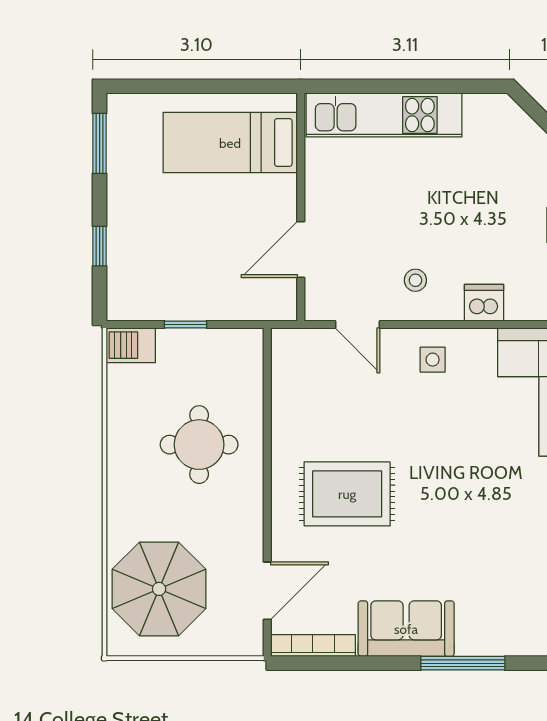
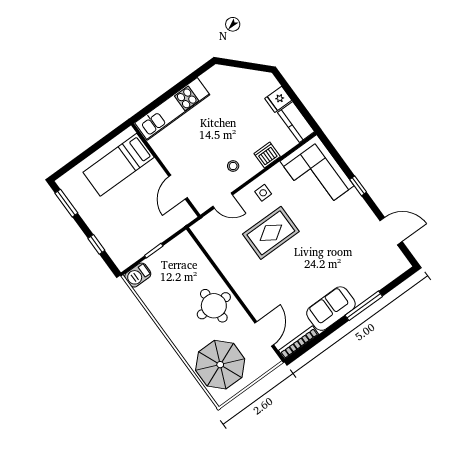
round table: (199, 445) -> (214, 306), moved
rug: (347, 494) -> (271, 233), moved

